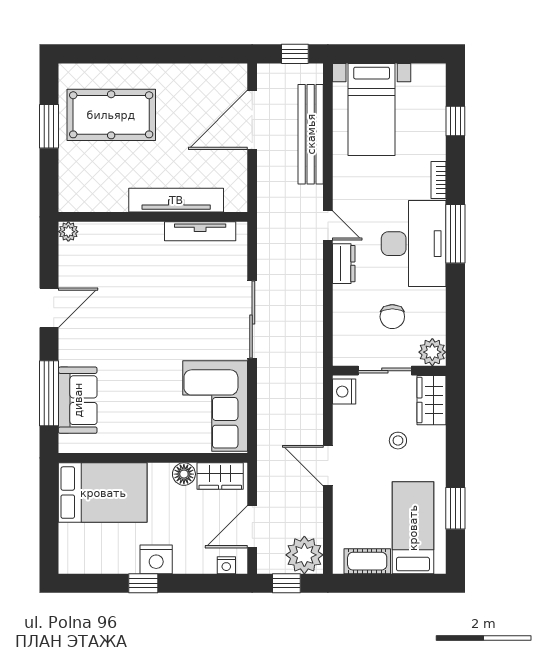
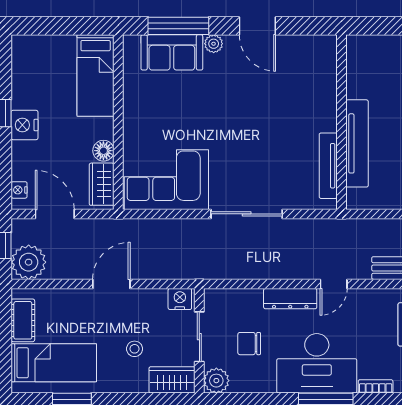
plant: (68, 232) -> (214, 44), moved
dresser: (344, 264) -> (290, 299), width x1.44
bed: (103, 493) -> (96, 76), width x0.67

